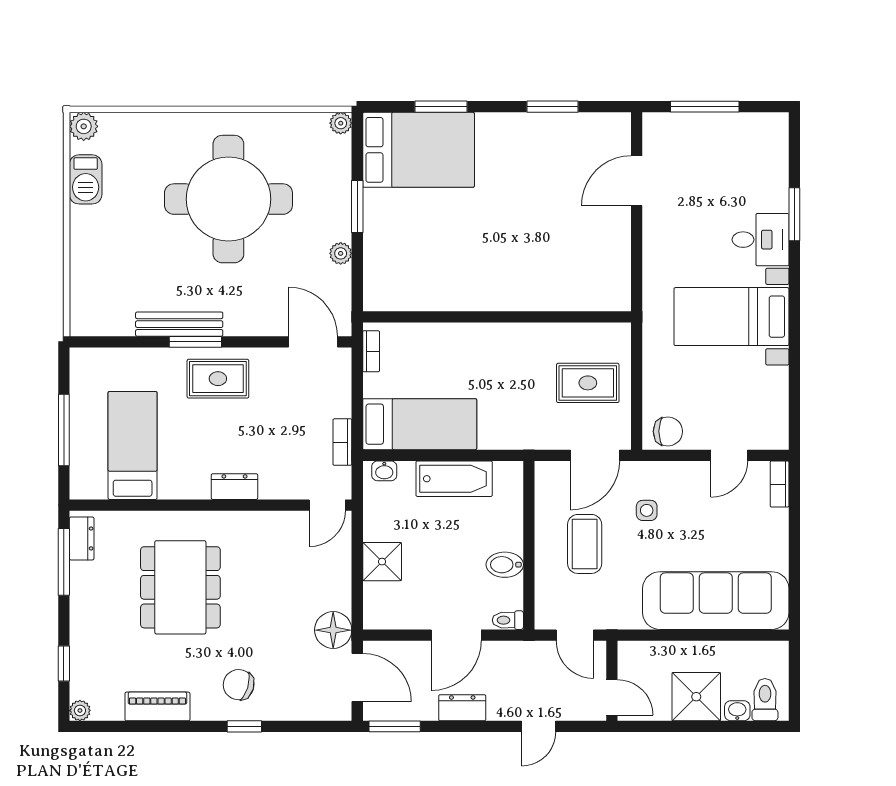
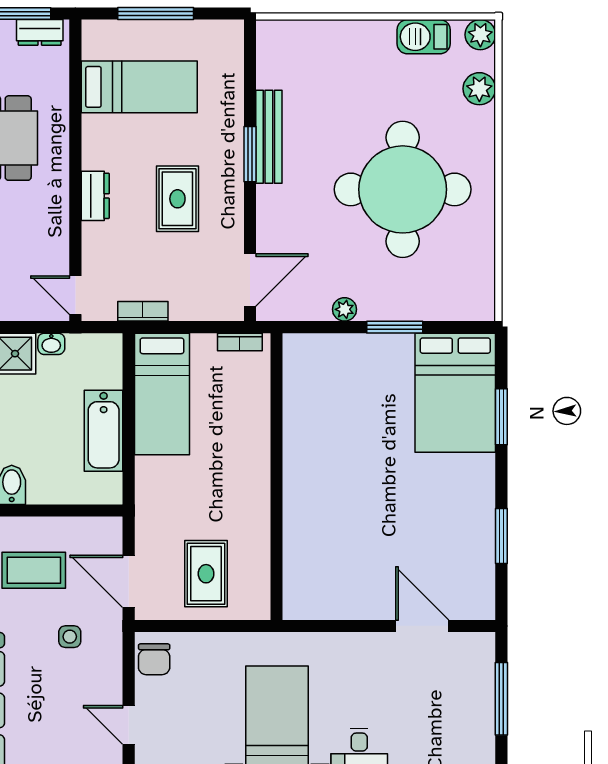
plant: (341, 123) -> (479, 89), moved, width x1.38, depth x1.38
rug: (218, 379) -> (177, 199), moved
washbasin: (384, 471) -> (51, 344), moved, turned -90

